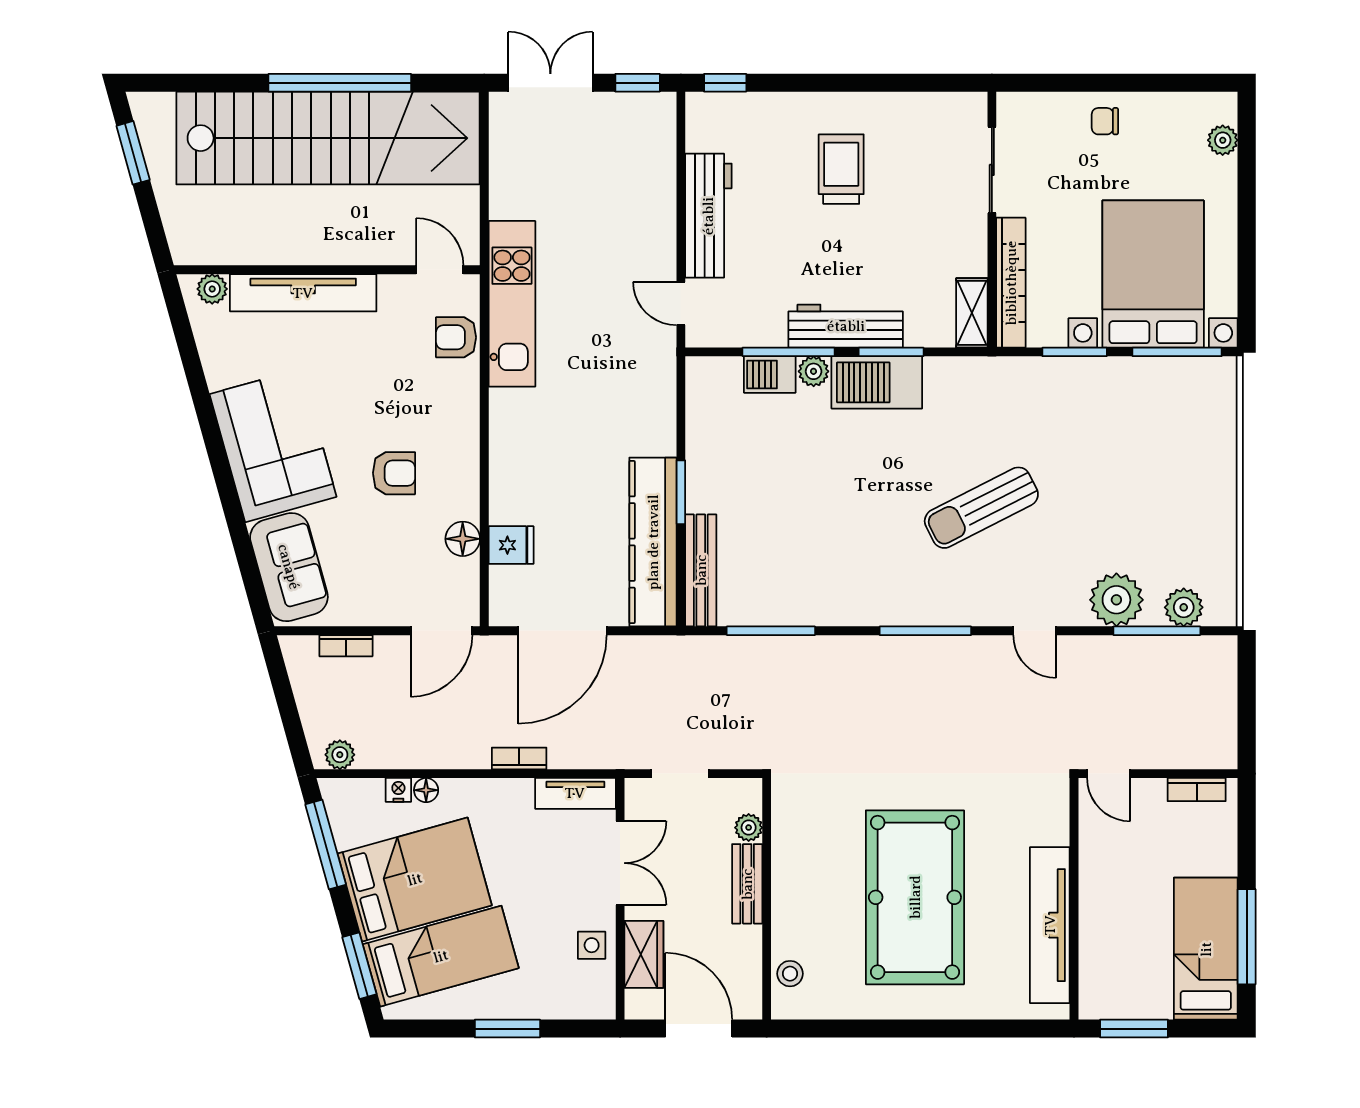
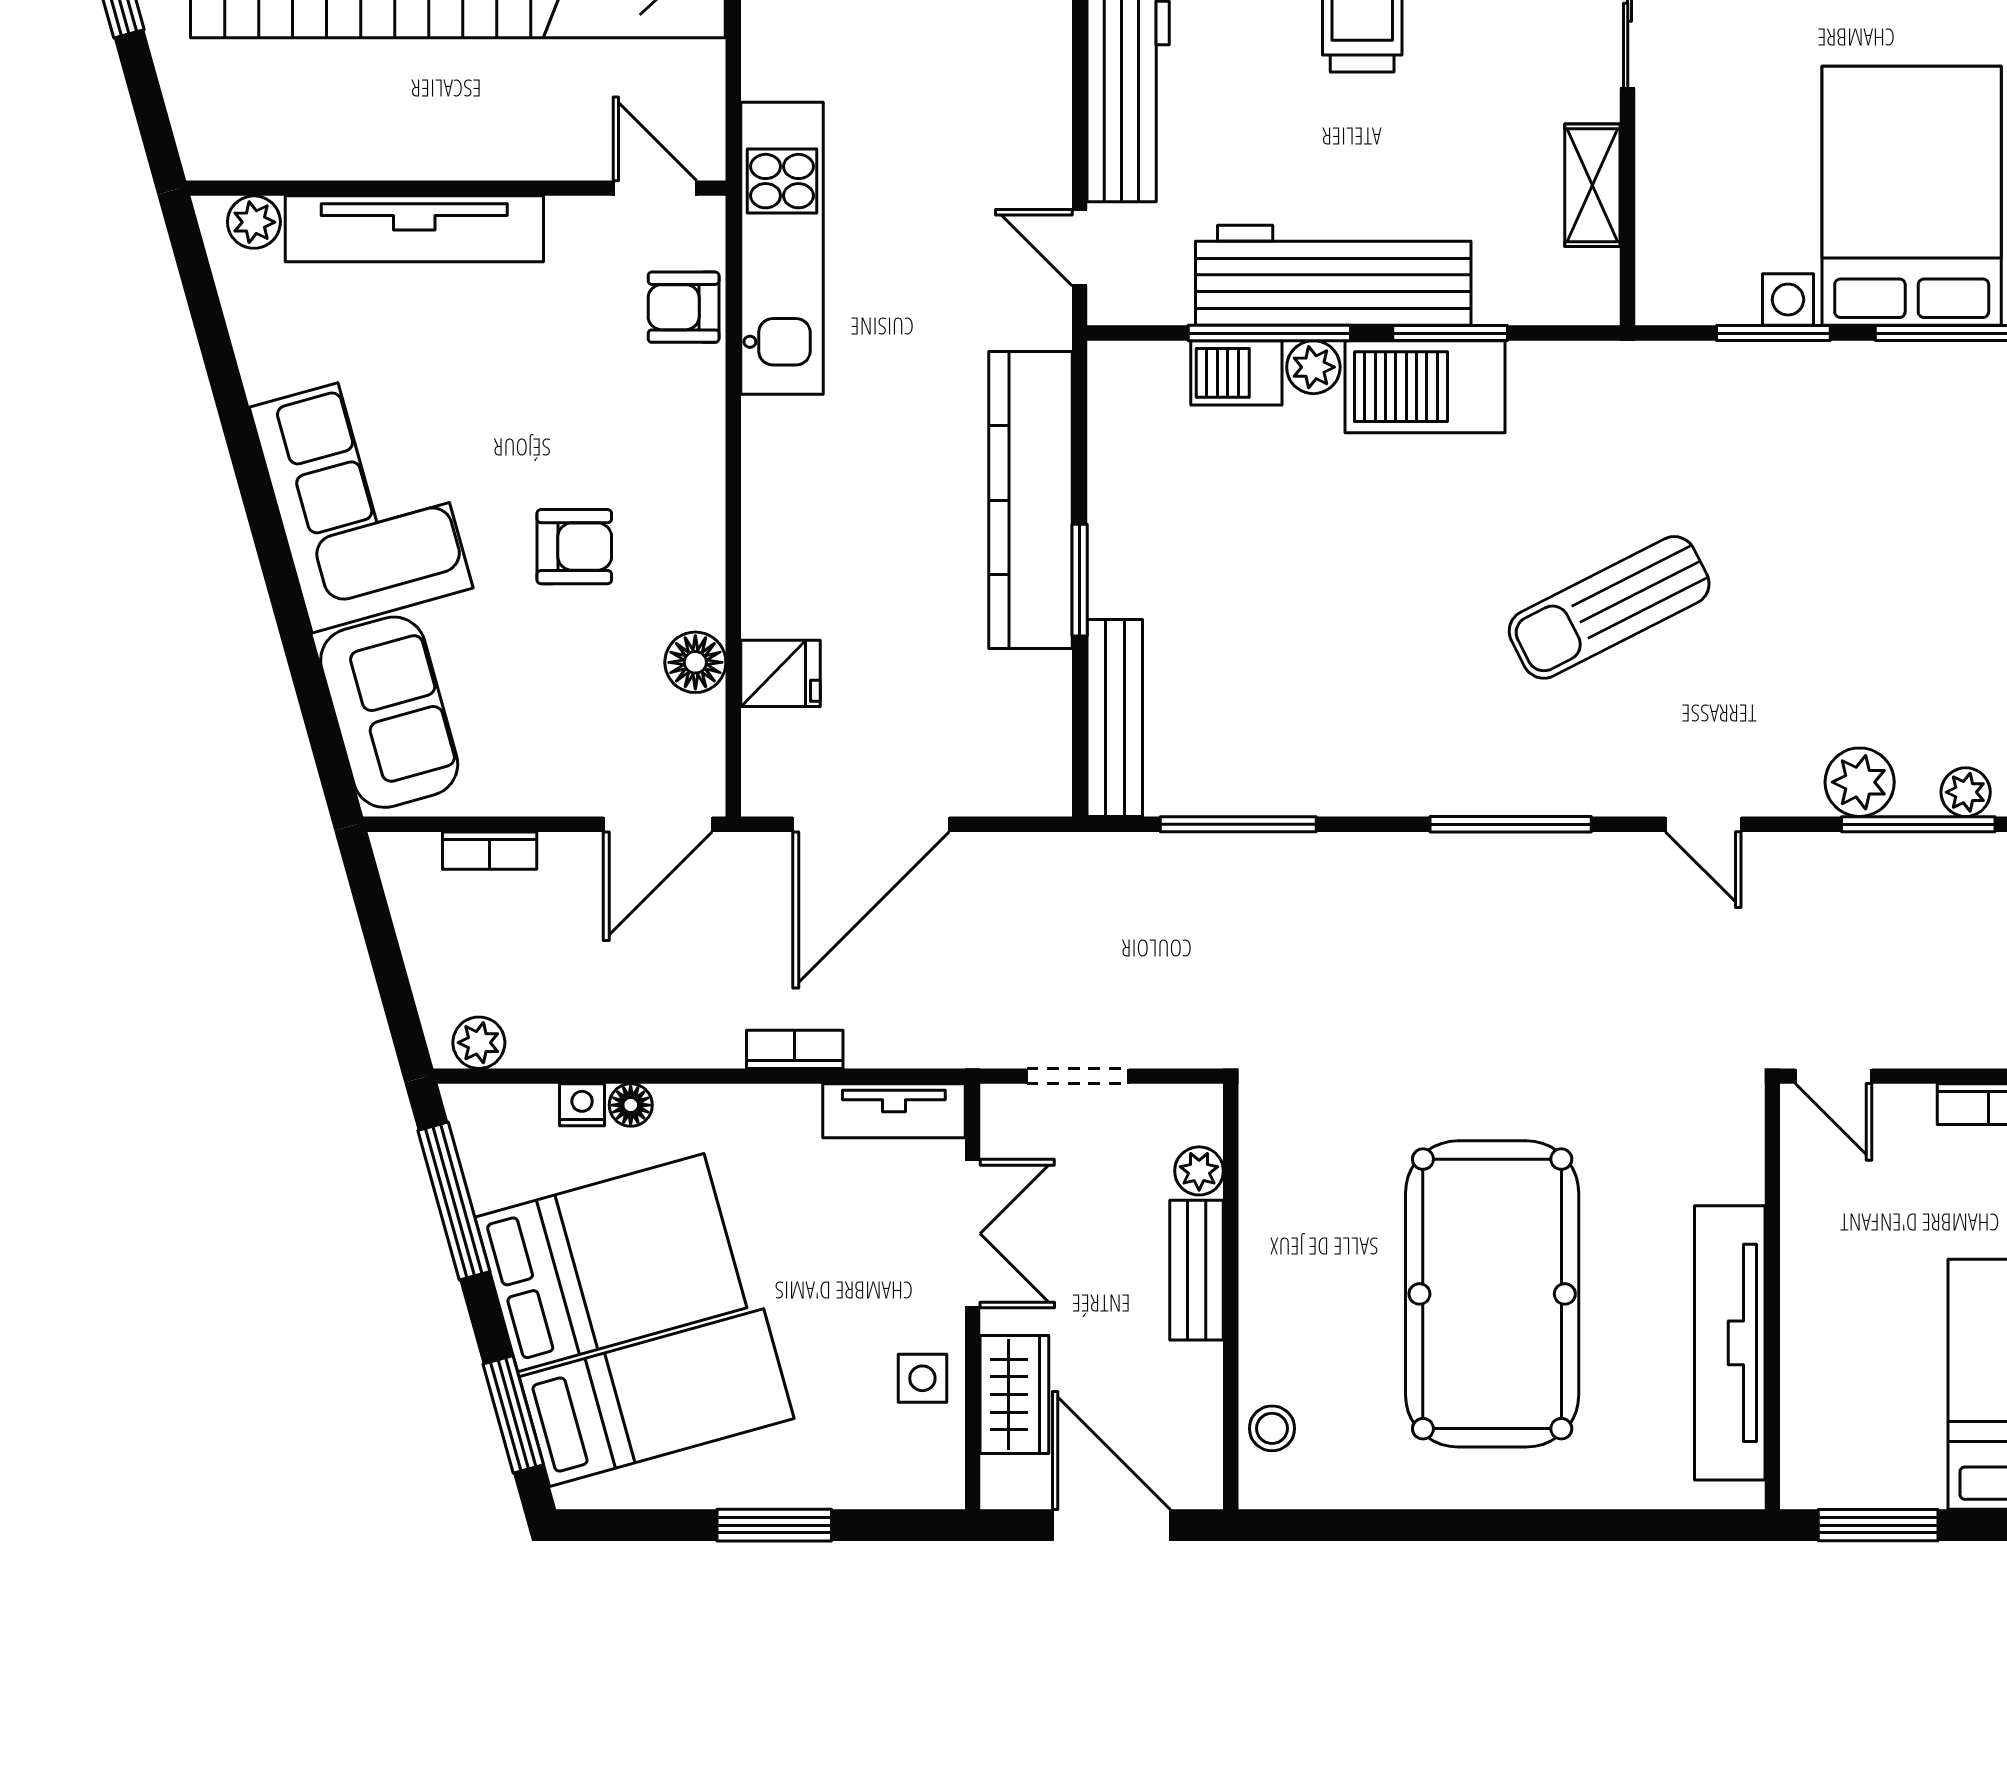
bookcase: (1011, 283) -> (1661, 211), removed
shelving: (972, 313) -> (1592, 185), moved
workbench: (846, 326) -> (1333, 275), width x1.36, depth x1.32
kitchen counter: (653, 542) -> (1030, 500), moved
plant: (1116, 600) -> (1860, 782), width x0.73, depth x0.73
plant: (1184, 607) -> (1966, 792), width x0.73, depth x0.73

